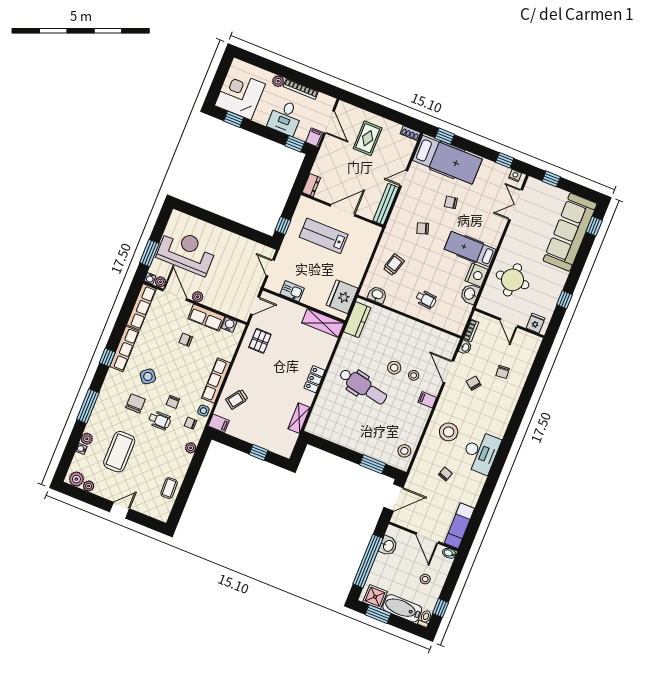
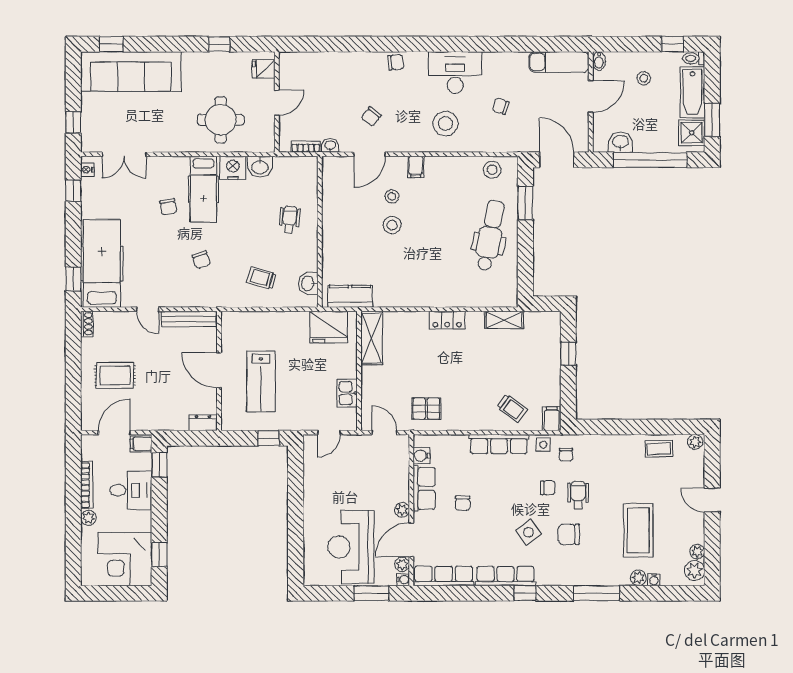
chair: (451, 202) -> (168, 207), moved
chair: (503, 372) -> (396, 62), moved
dental chair: (363, 386) -> (490, 235), moved
plant: (191, 448) -> (695, 442), moved
coffee table: (119, 452) -> (638, 530), turned 90

